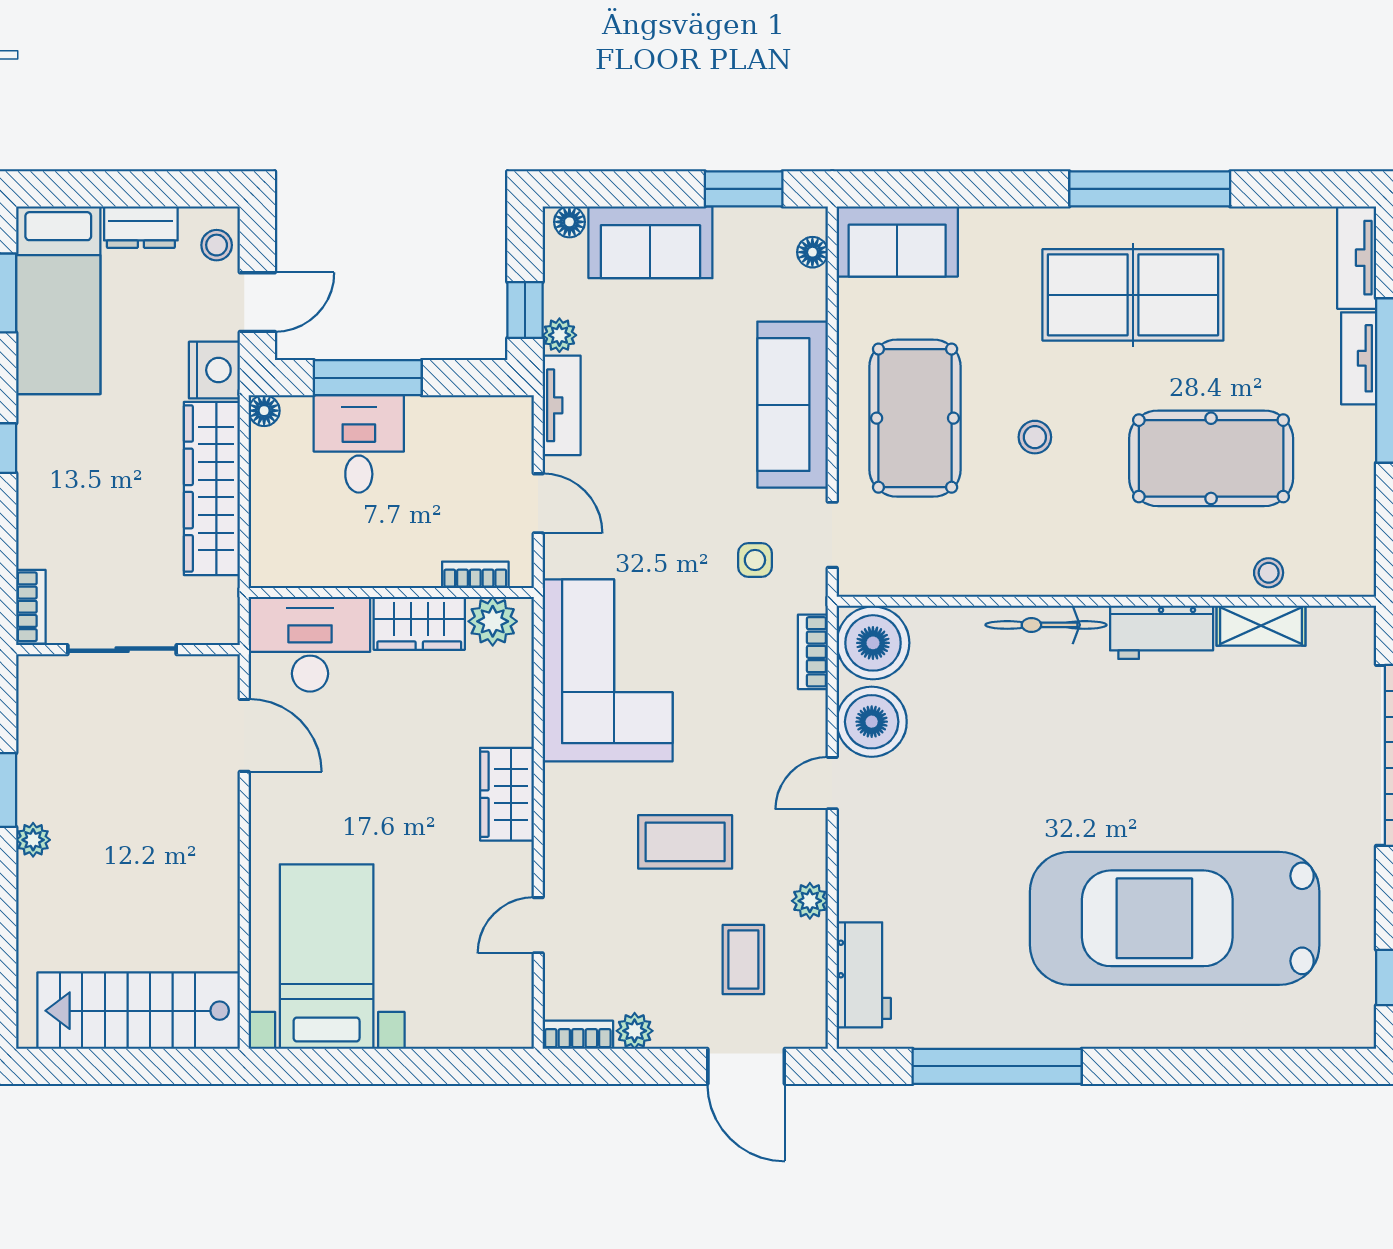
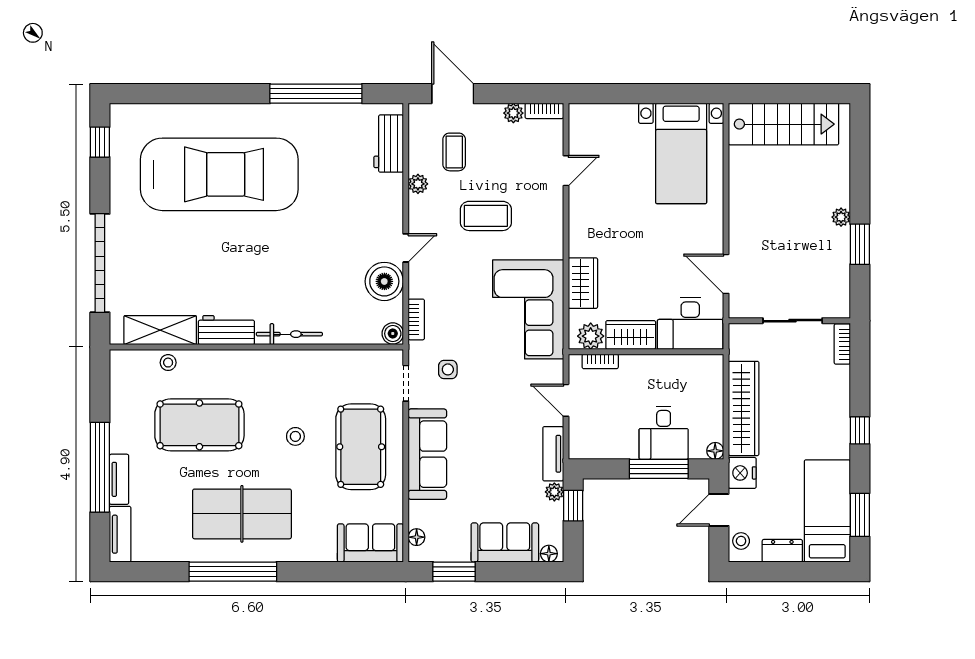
shelving: (1261, 626) -> (160, 330), width x1.50, depth x1.33
boiler: (873, 643) -> (393, 334), width x0.54, depth x0.54
wardrobe: (507, 794) -> (583, 283), moved

